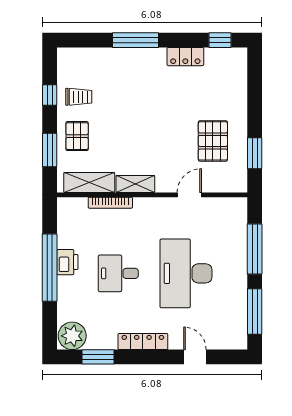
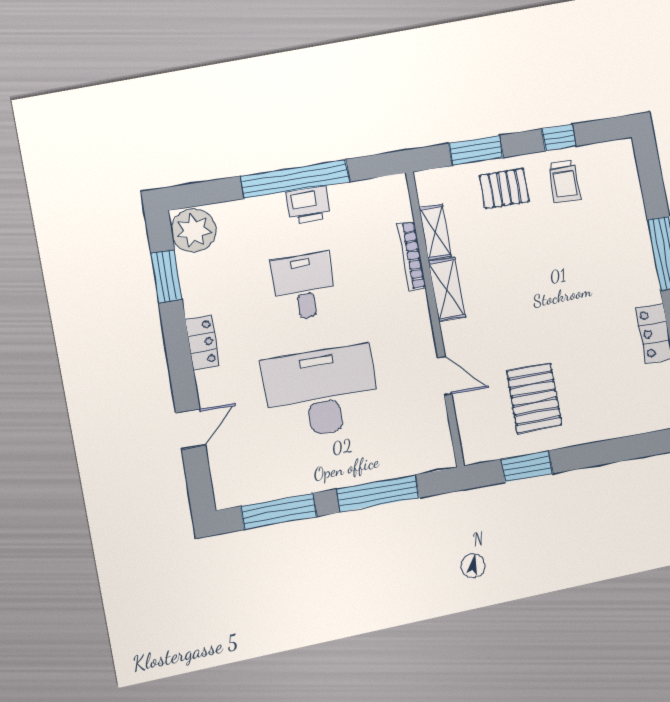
pallet: (213, 141) -> (534, 398), turned 90
shelving: (89, 183) -> (435, 232), width x0.67, depth x0.75
locker: (143, 341) -> (202, 342), width x0.66

